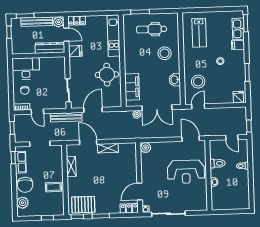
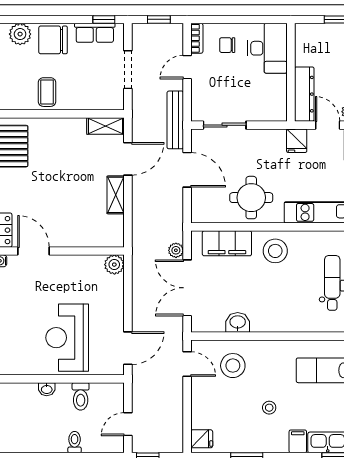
door: (66, 35) -> (328, 125), swing flipped
stool: (165, 53) -> (275, 251), moved
shelving: (71, 166) -> (106, 126), moved

